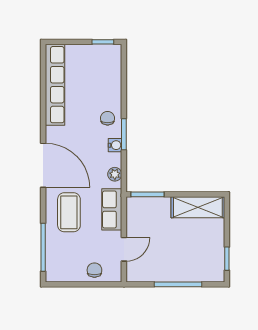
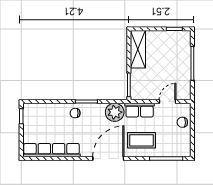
water cooler: (115, 145) -> (94, 108), removed
plant: (115, 174) -> (115, 112), width x1.87, depth x1.87
door: (124, 249) -> (168, 101), hinge flipped

